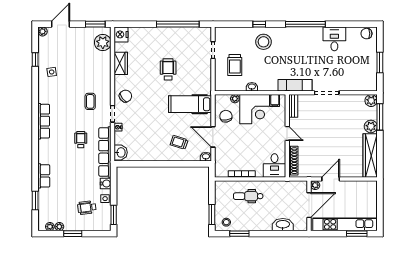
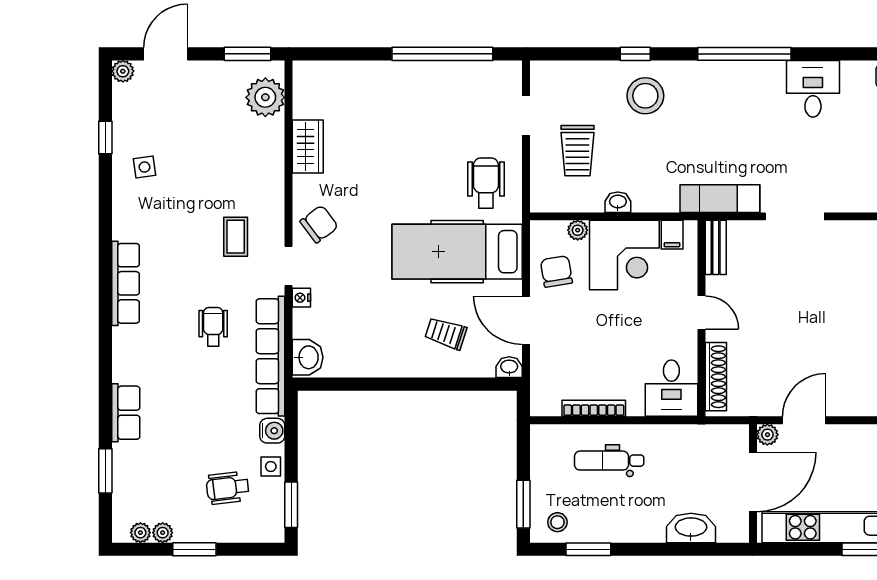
nightstand: (121, 34) -> (309, 78), removed
wheelchair: (168, 69) -> (486, 183), moved
hospital bed: (190, 104) -> (457, 252), width x1.37, depth x1.29

